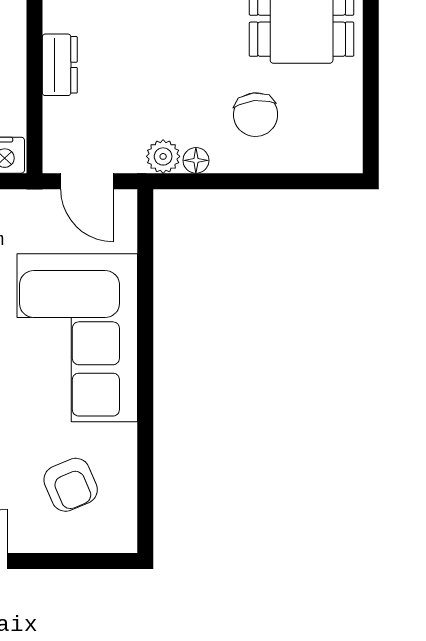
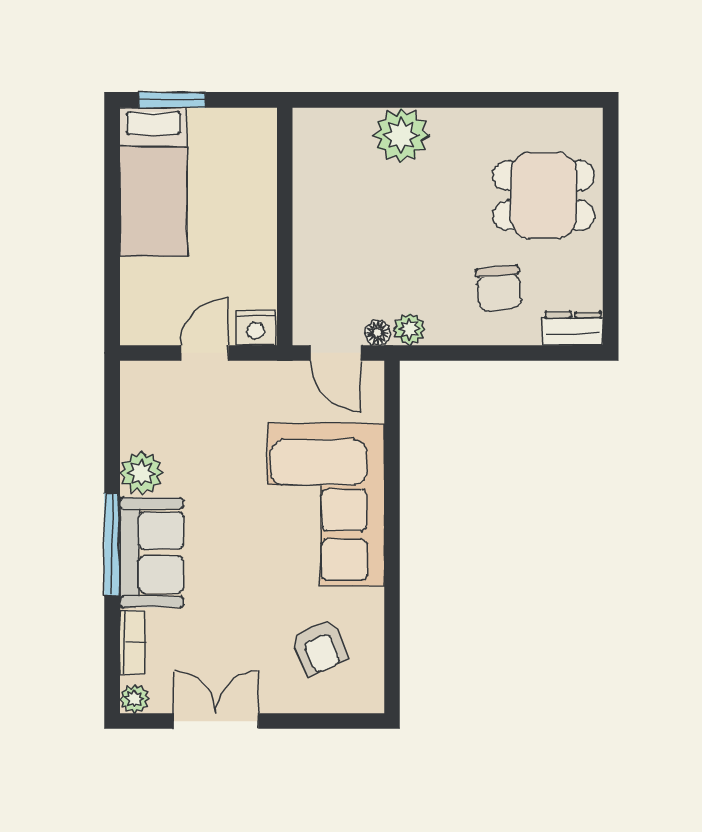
dresser: (60, 65) -> (573, 328), moved, turned -90
floor lamp: (196, 160) -> (378, 333), moved

